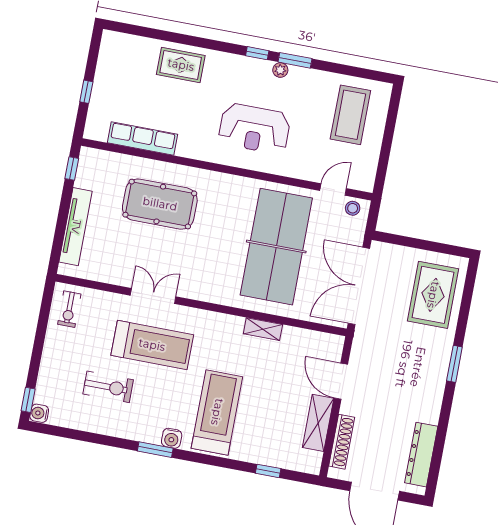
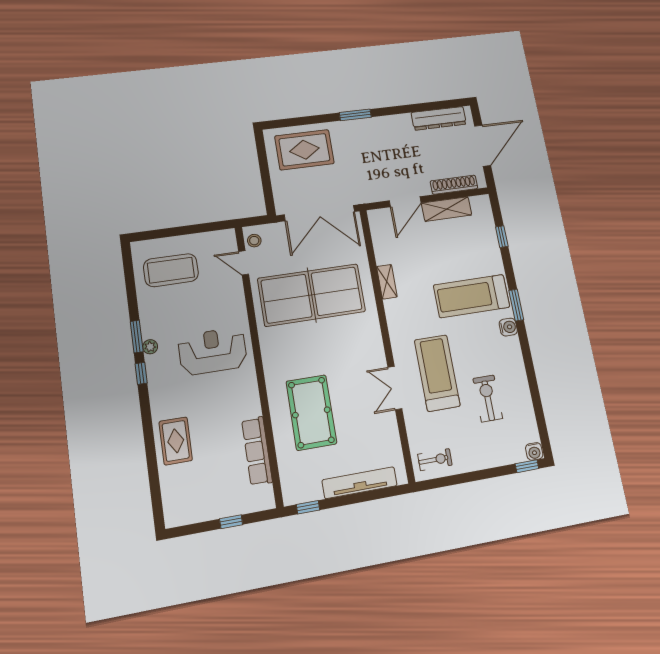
reception desk: (254, 129) -> (213, 351), turned -90
window: (155, 450) -> (516, 305), moved

